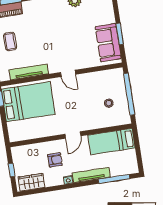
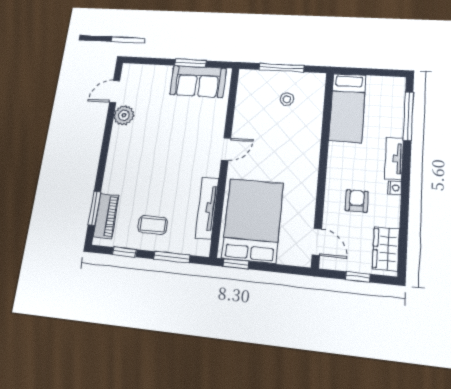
window: (129, 94) -> (281, 68), width x0.68
door: (73, 135) -> (317, 242), moved
tv unit: (91, 175) -> (394, 158), width x0.71

